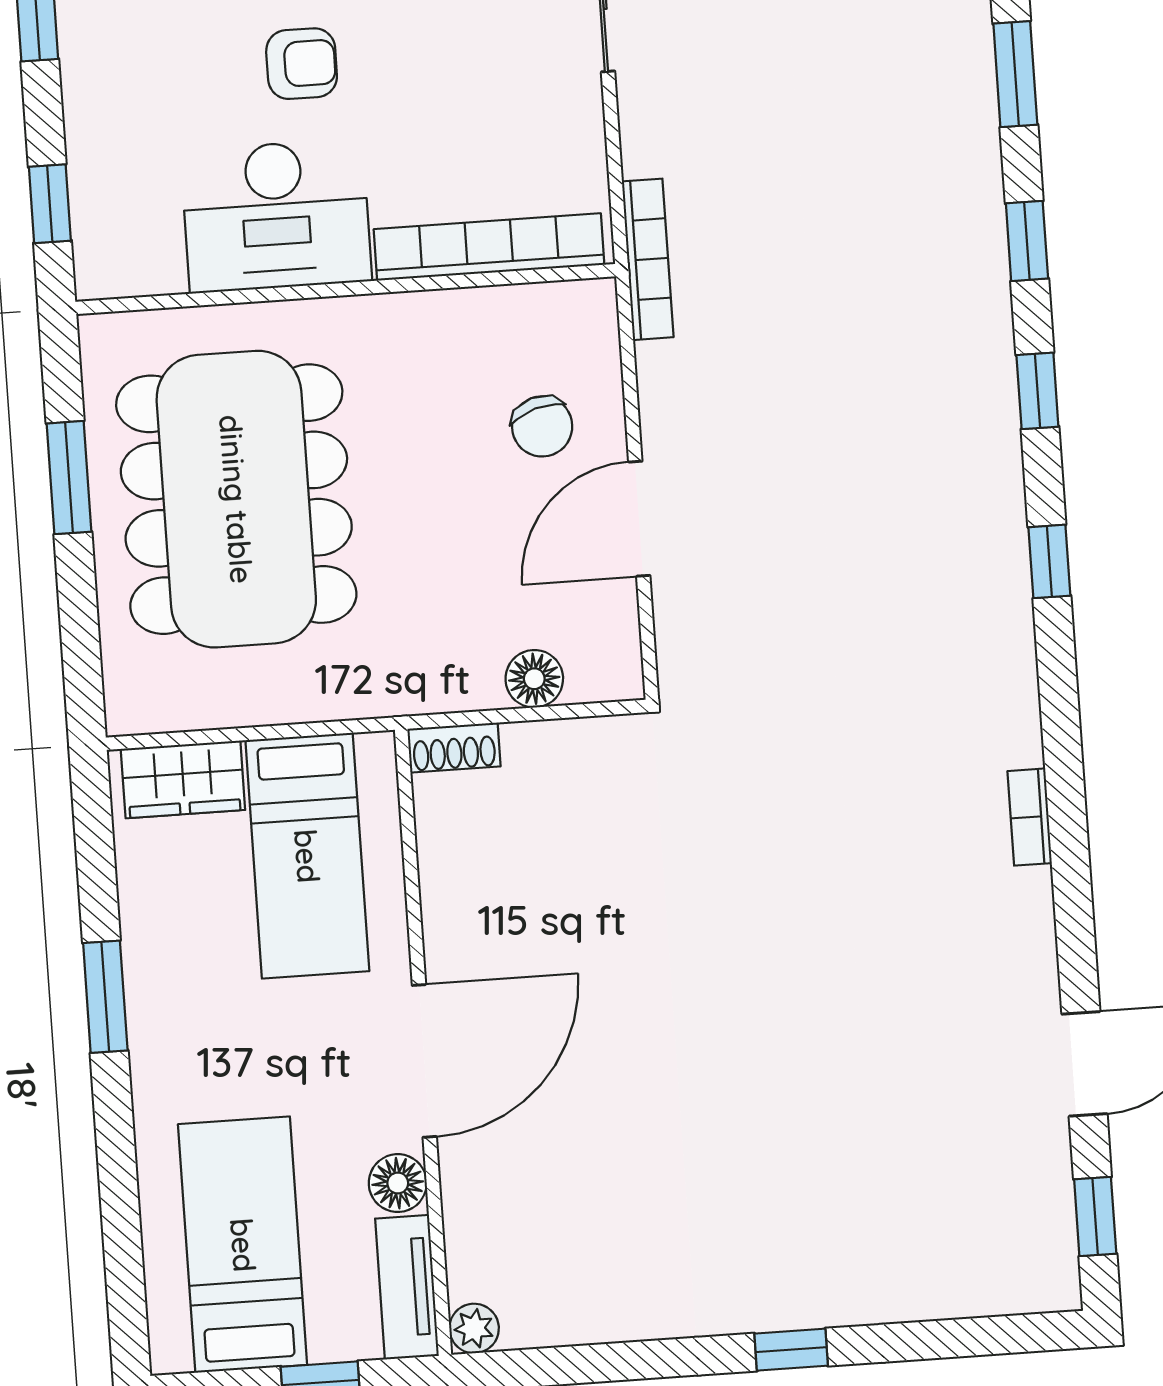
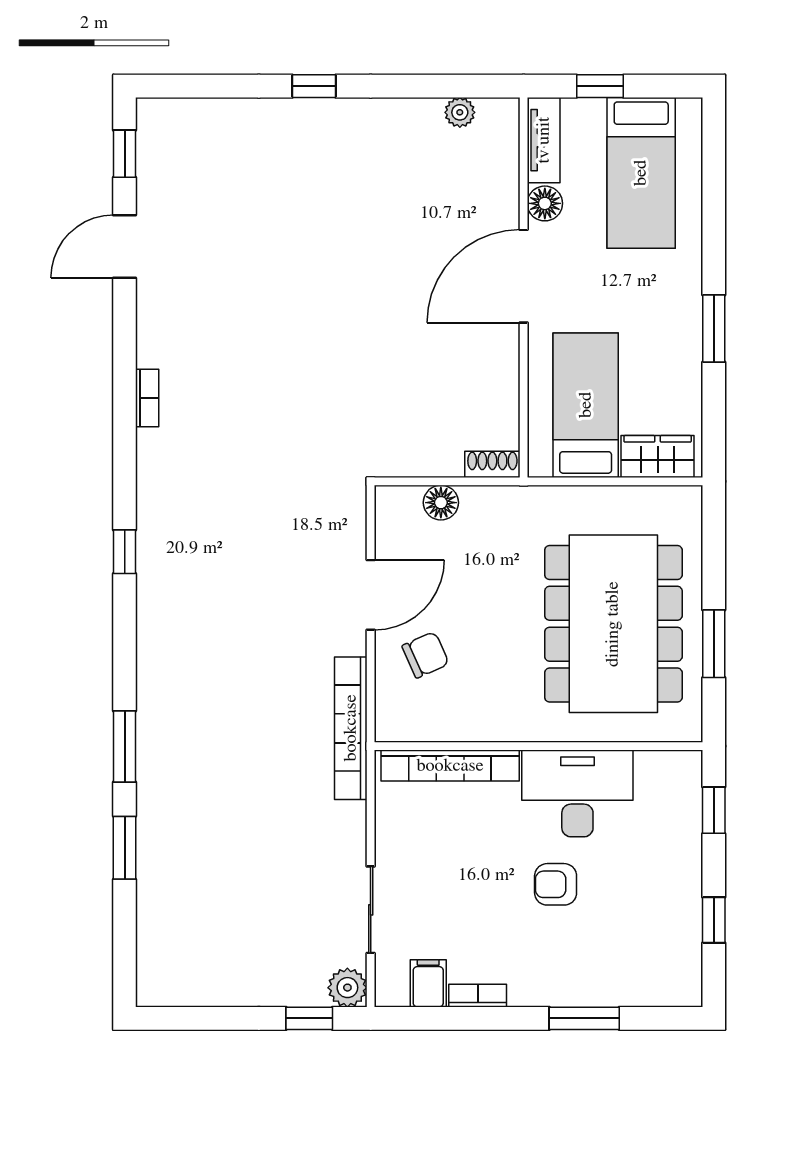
window: (1027, 241) -> (125, 746), width x1.50
bookcase: (648, 259) -> (351, 728), width x1.48, depth x1.31
window: (1037, 391) -> (125, 655), removed
chair: (542, 426) -> (425, 655), turned 83
plant: (474, 1328) -> (460, 112), moved

